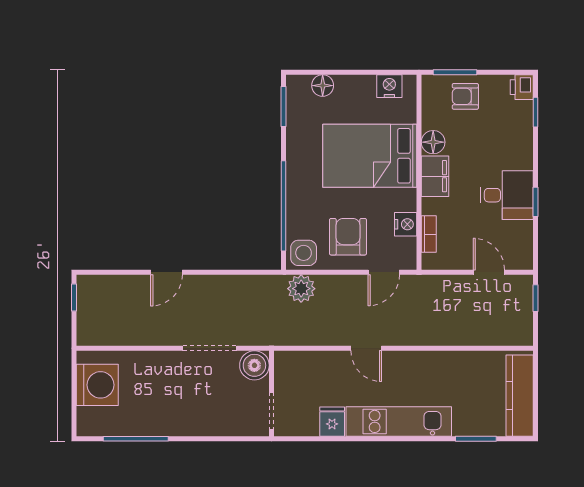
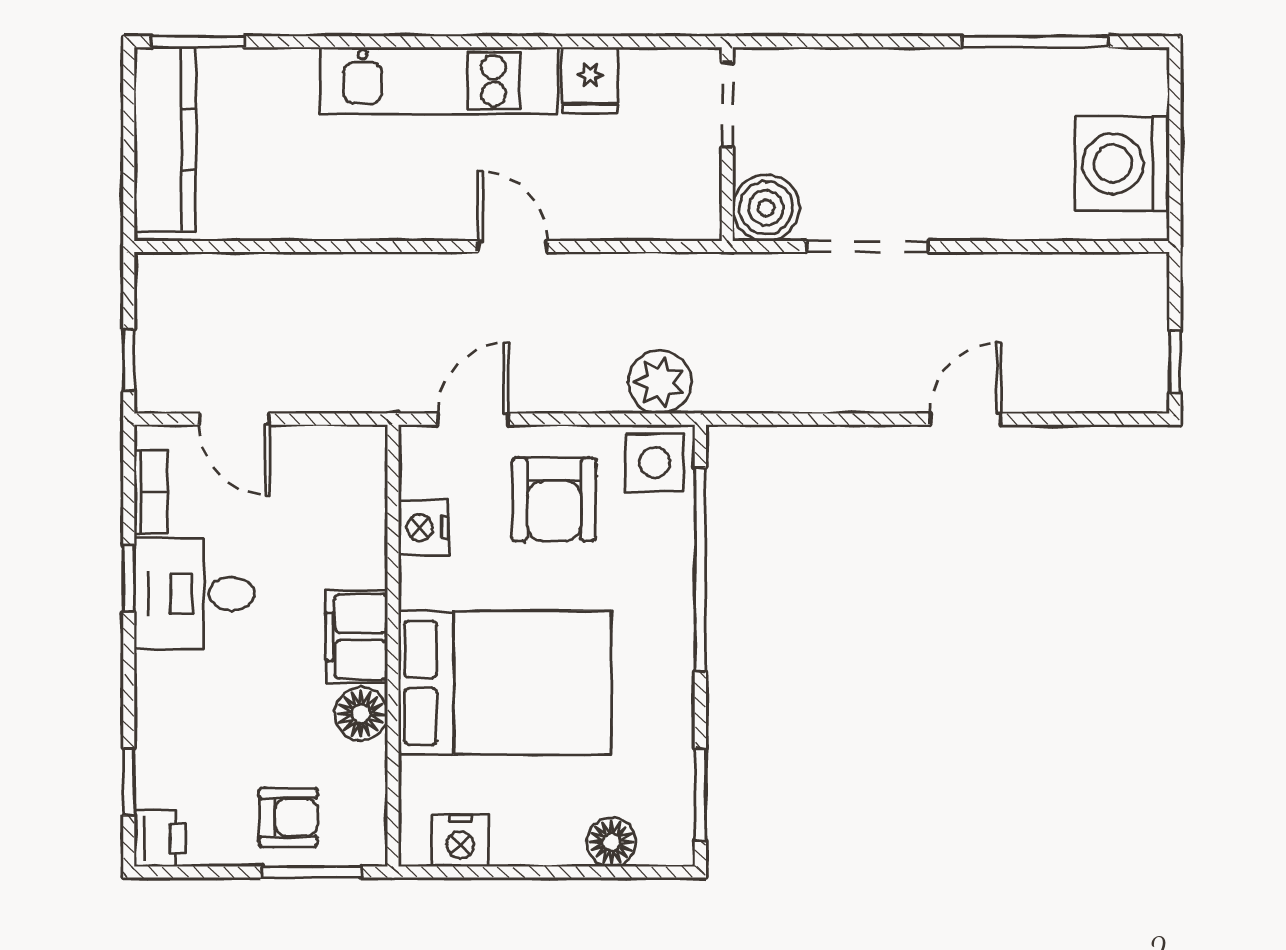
bookcase: (429, 234) -> (151, 492), moved, turned 180
window: (476, 439) -> (198, 42), moved

